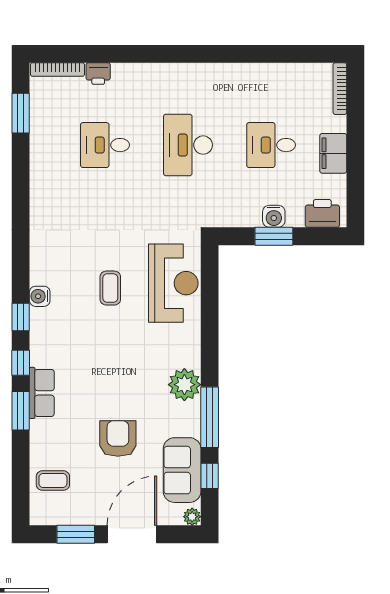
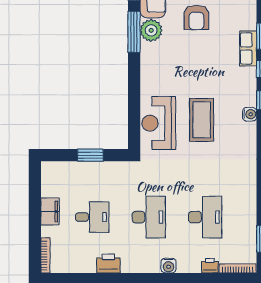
desk: (105, 145) -> (205, 217), width x1.37
printer: (322, 213) -> (108, 264), moved, turned 180
water cooler: (274, 216) -> (169, 266), moved, turned 180
coffee table: (110, 288) -> (202, 120), width x1.86, depth x1.72
plant: (184, 385) -> (151, 30), moved

